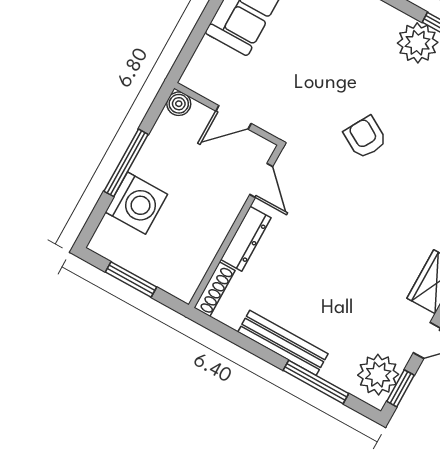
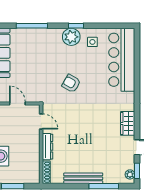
door: (233, 117) -> (17, 103), swing flipped
plant: (378, 375) -> (130, 174), width x0.53, depth x0.53

